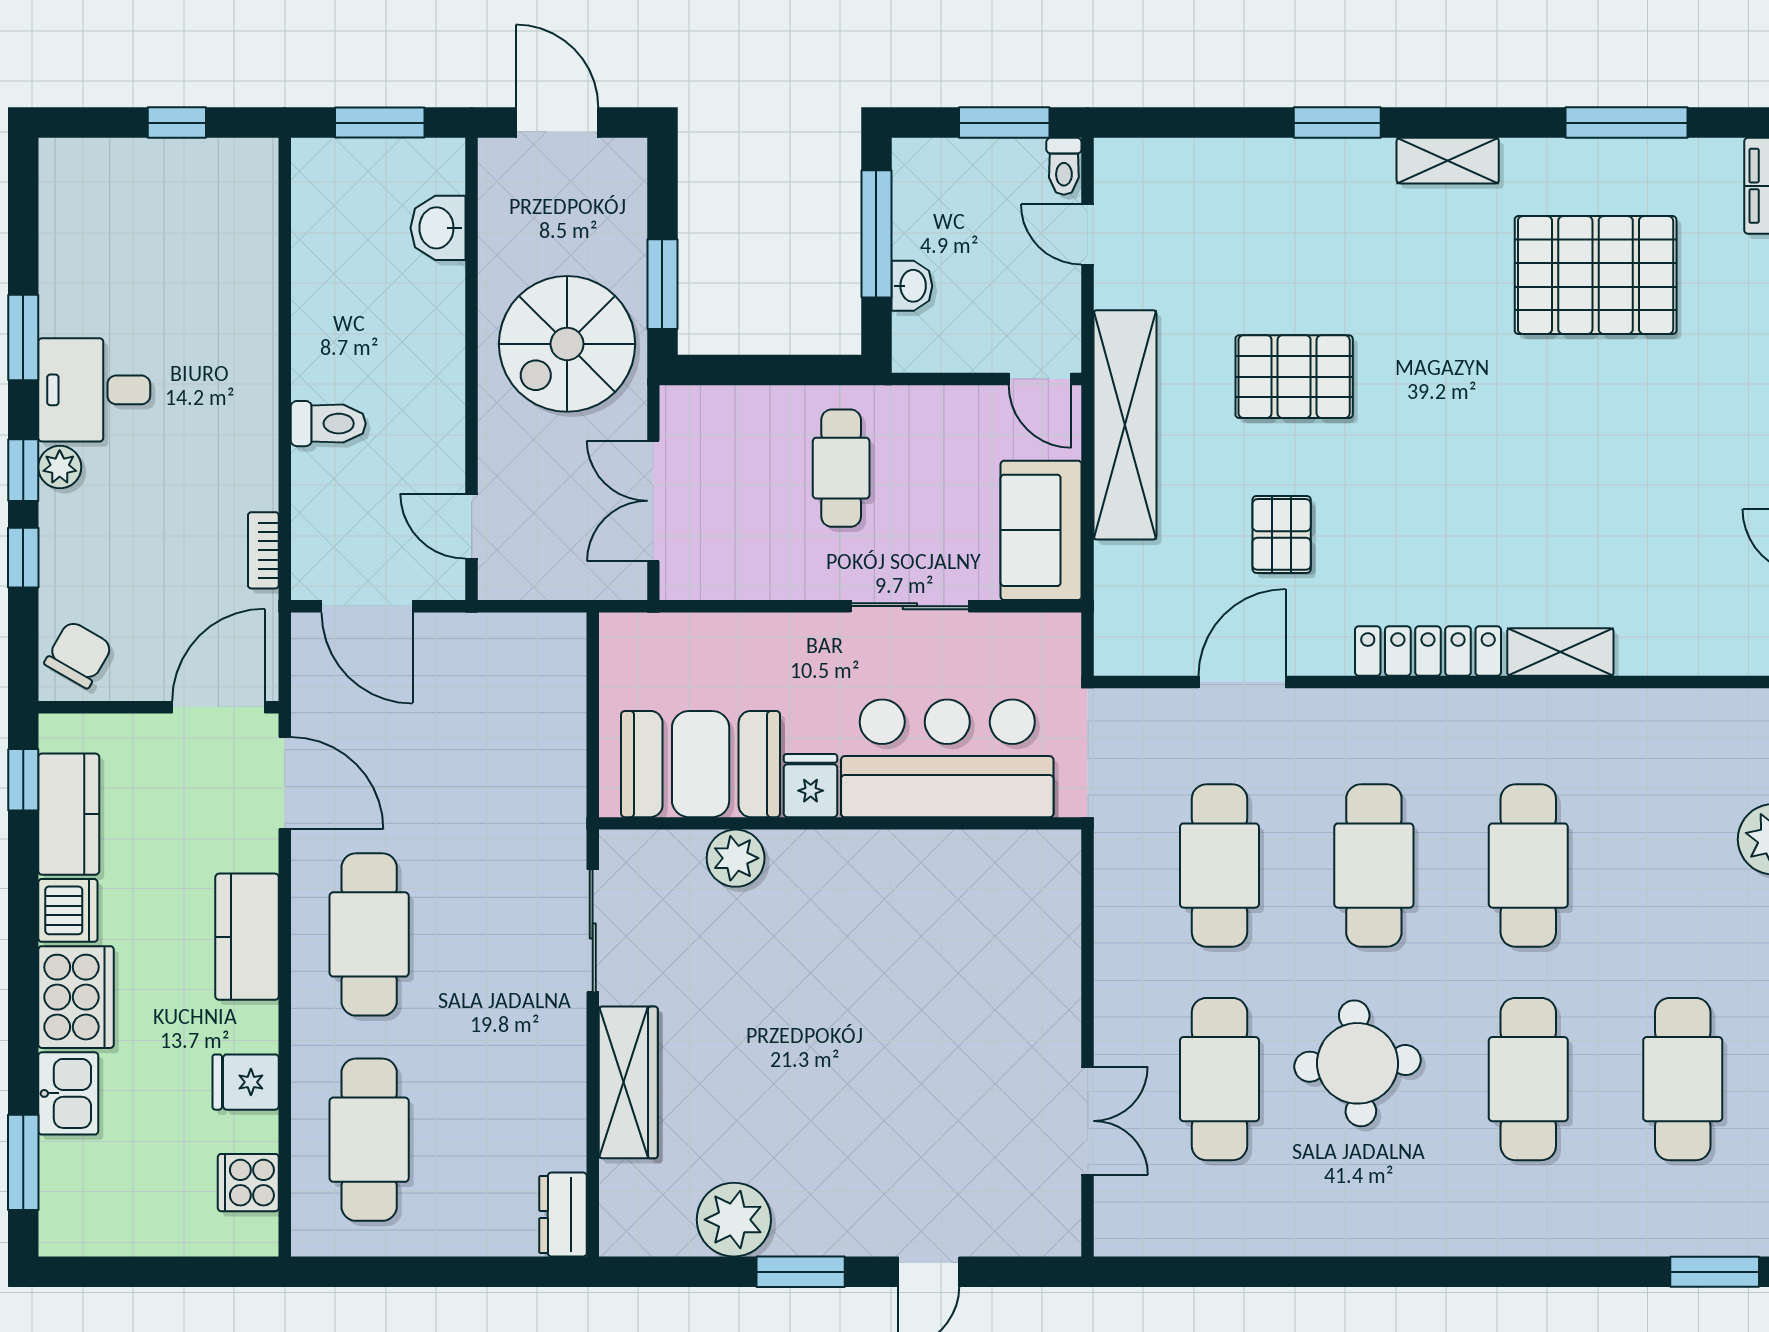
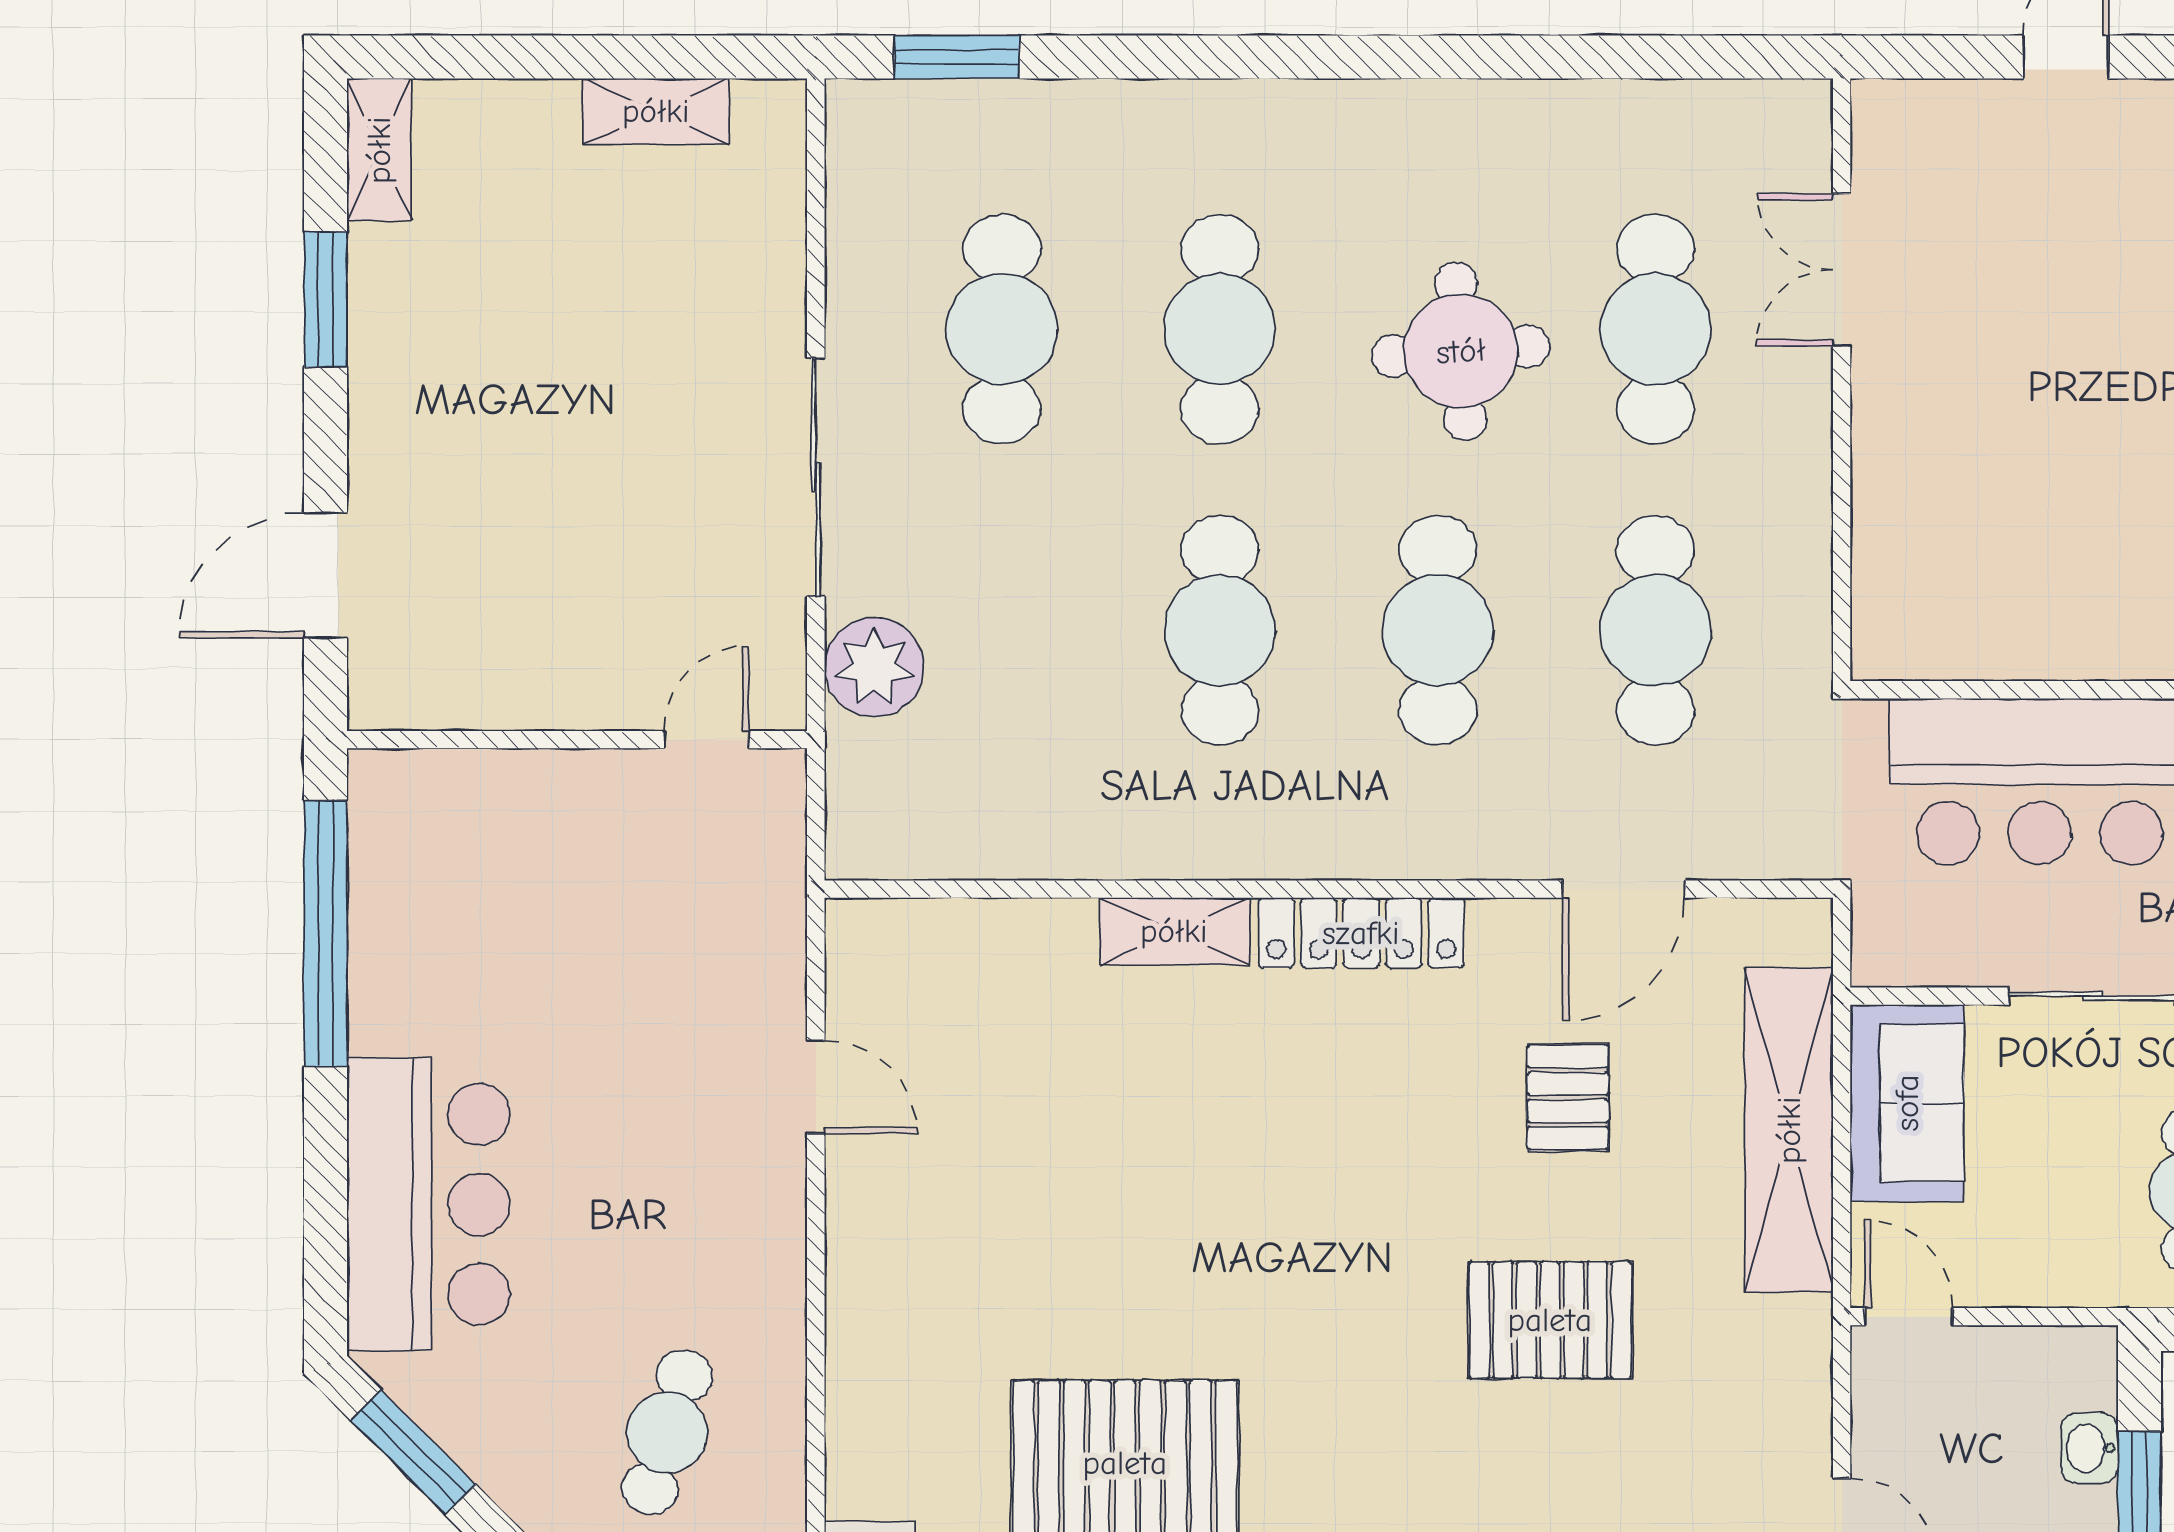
shelving: (1125, 425) -> (1789, 1130), moved

